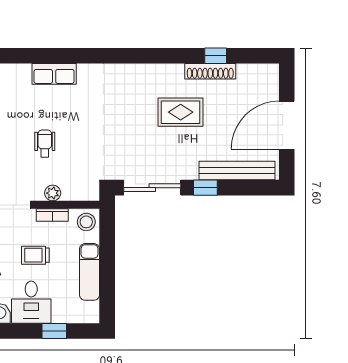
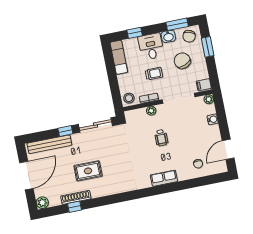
plant: (269, 74) -> (42, 203), added
exam couch: (90, 272) -> (119, 57), moved

